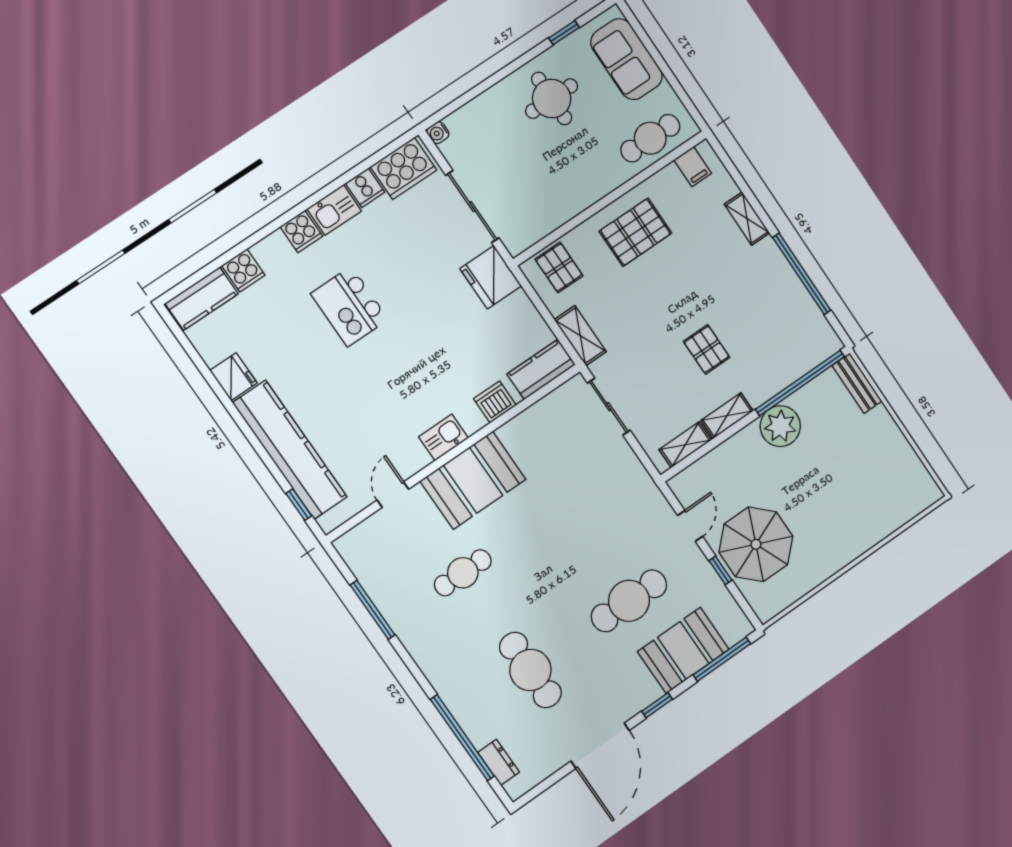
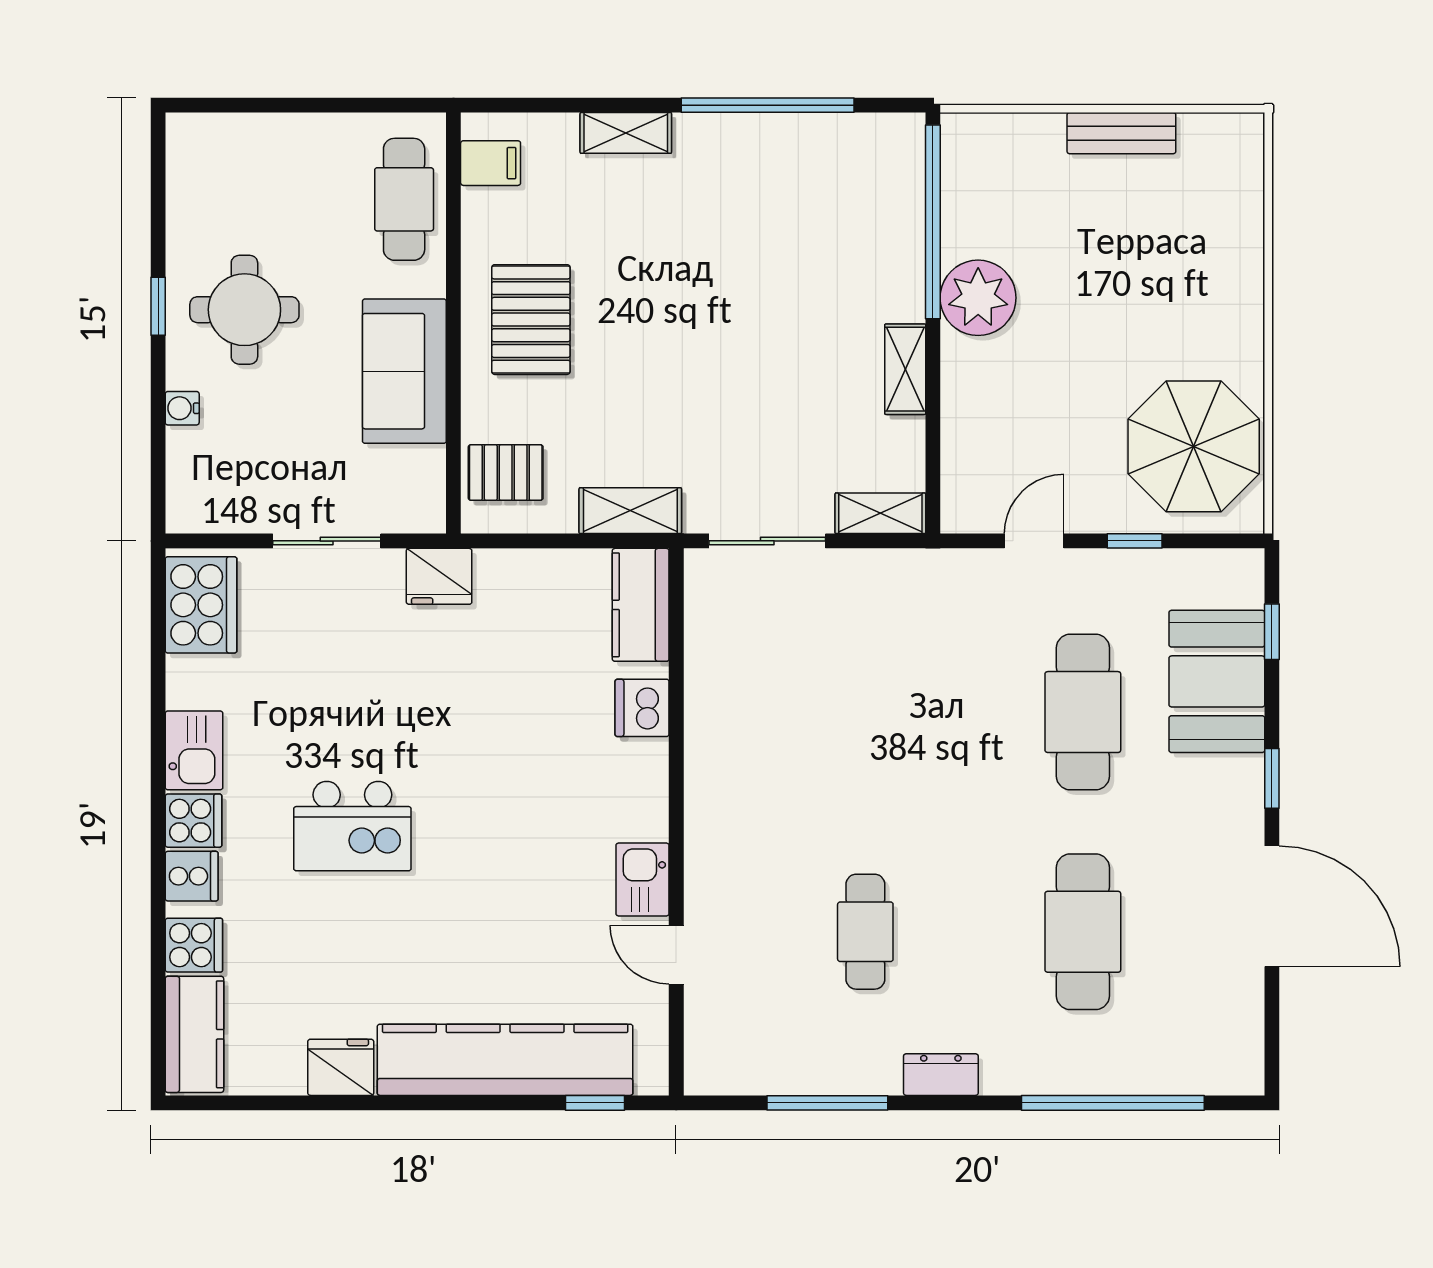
window: (564, 33) -> (158, 306), moved
sofa: (627, 59) -> (404, 371), moved, turned 90
water cooler: (438, 133) -> (182, 408), moved, turned 90
cooker: (365, 188) -> (192, 876), moved
sliding door: (472, 207) -> (327, 541), width x0.73
fridge: (491, 277) -> (439, 576), width x0.73, depth x0.75
pallet: (707, 349) -> (783, 332), removed
bench: (857, 383) -> (1121, 133), moved
kitchen sink: (444, 437) -> (643, 880), moved
shelving: (685, 445) -> (880, 513), moved, turned 90
booth: (473, 480) -> (737, 821), removed
door: (690, 526) -> (1034, 541), hinge flipped
parasol: (756, 544) -> (1194, 446), moved
window: (722, 659) -> (1272, 632), width x0.46
cafe table: (530, 670) -> (1083, 932), turned 90
dresser: (499, 762) -> (941, 1075), moved

